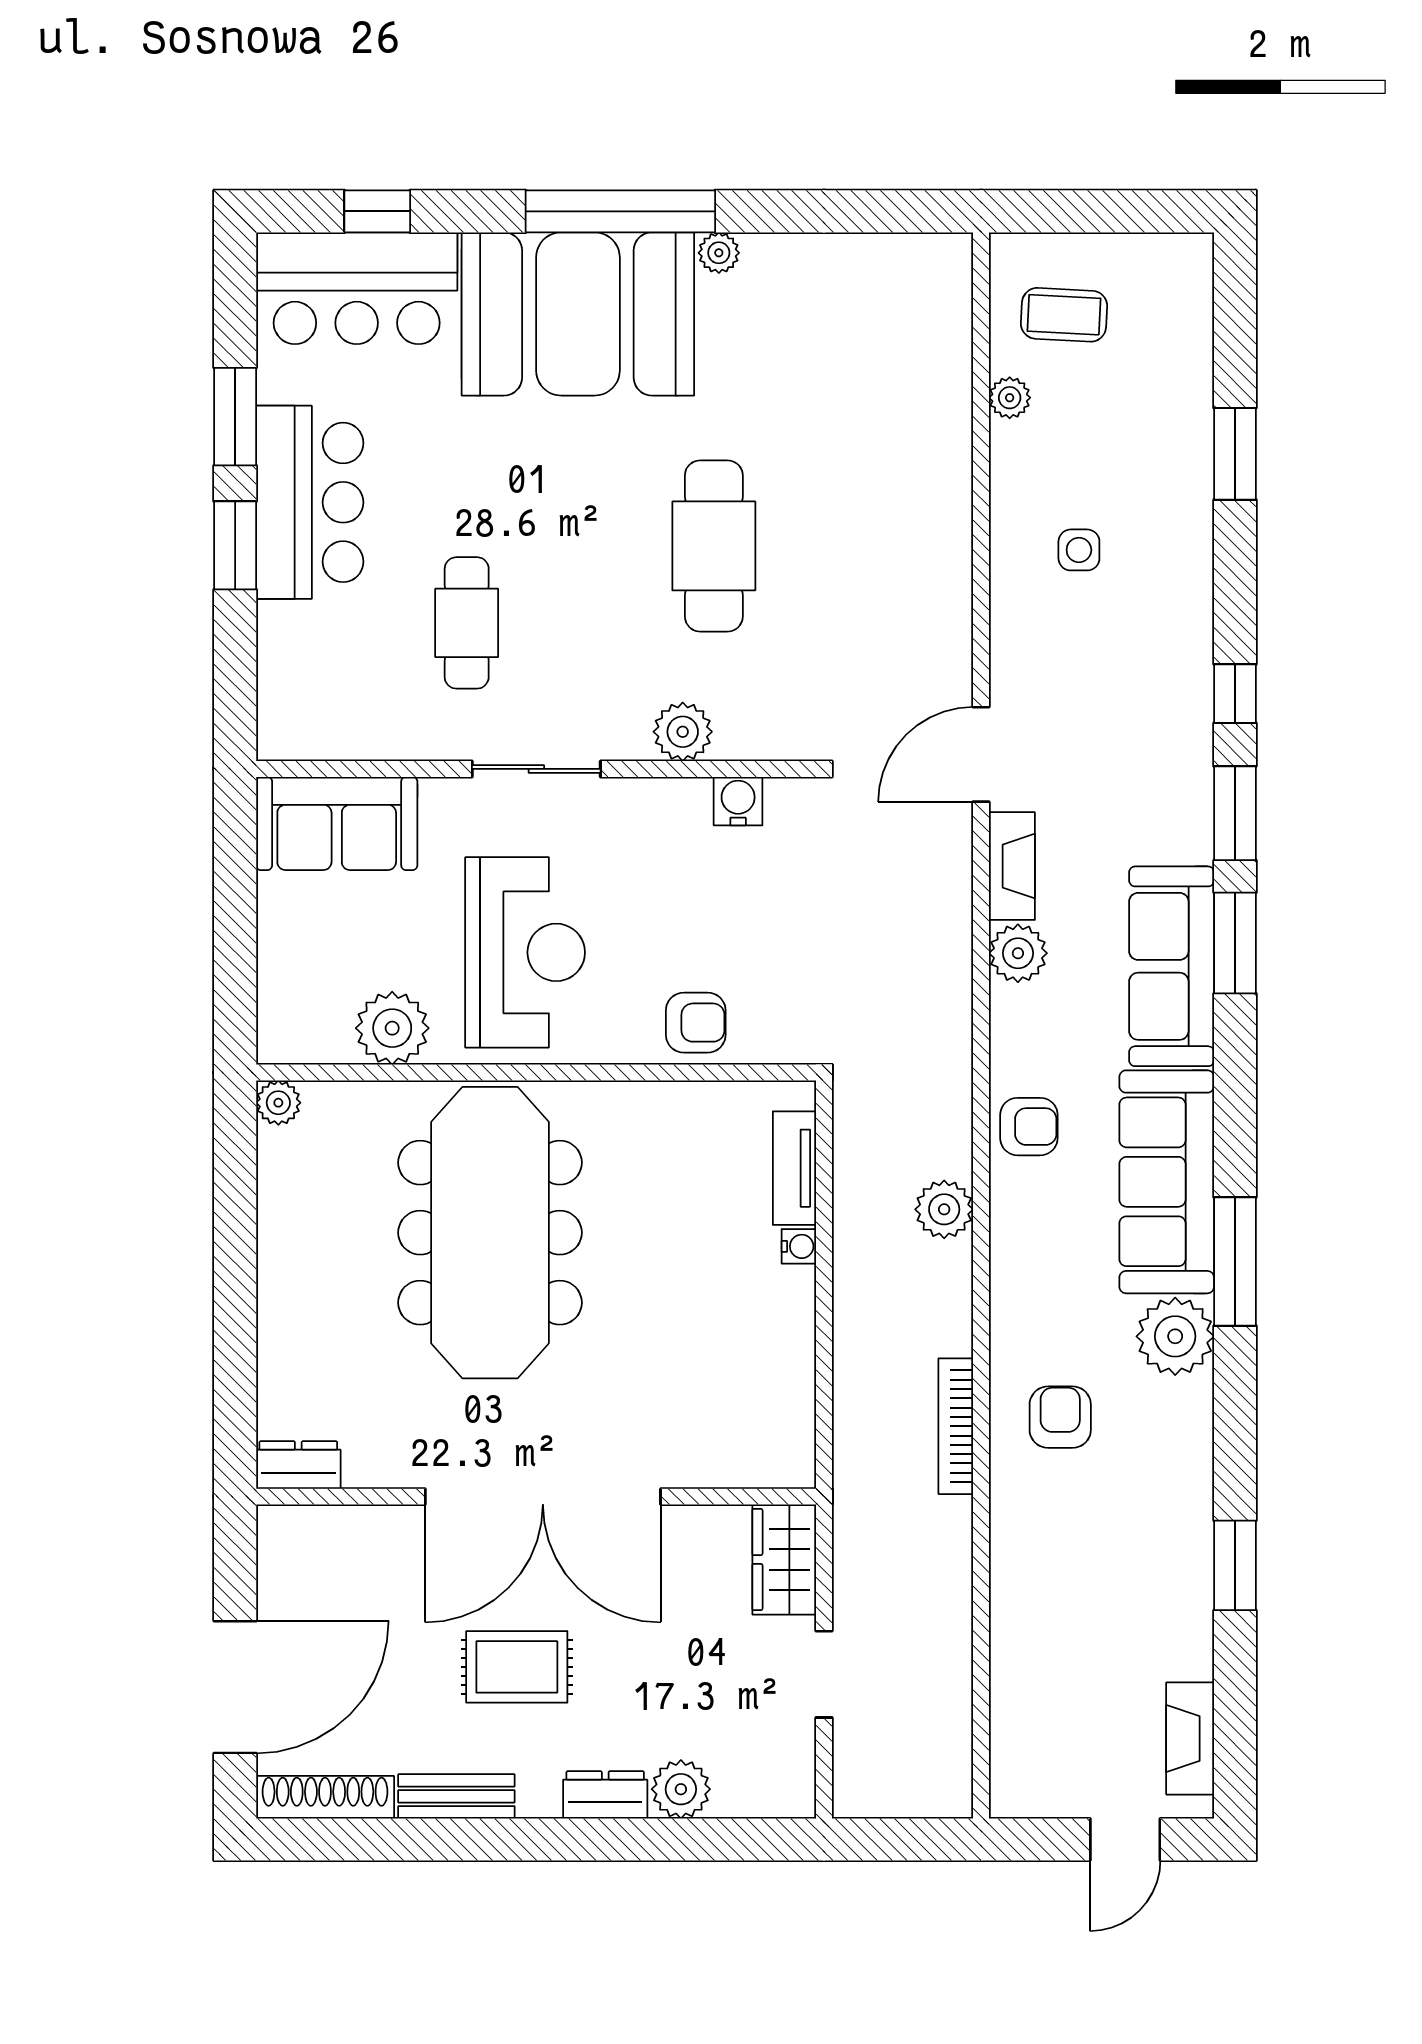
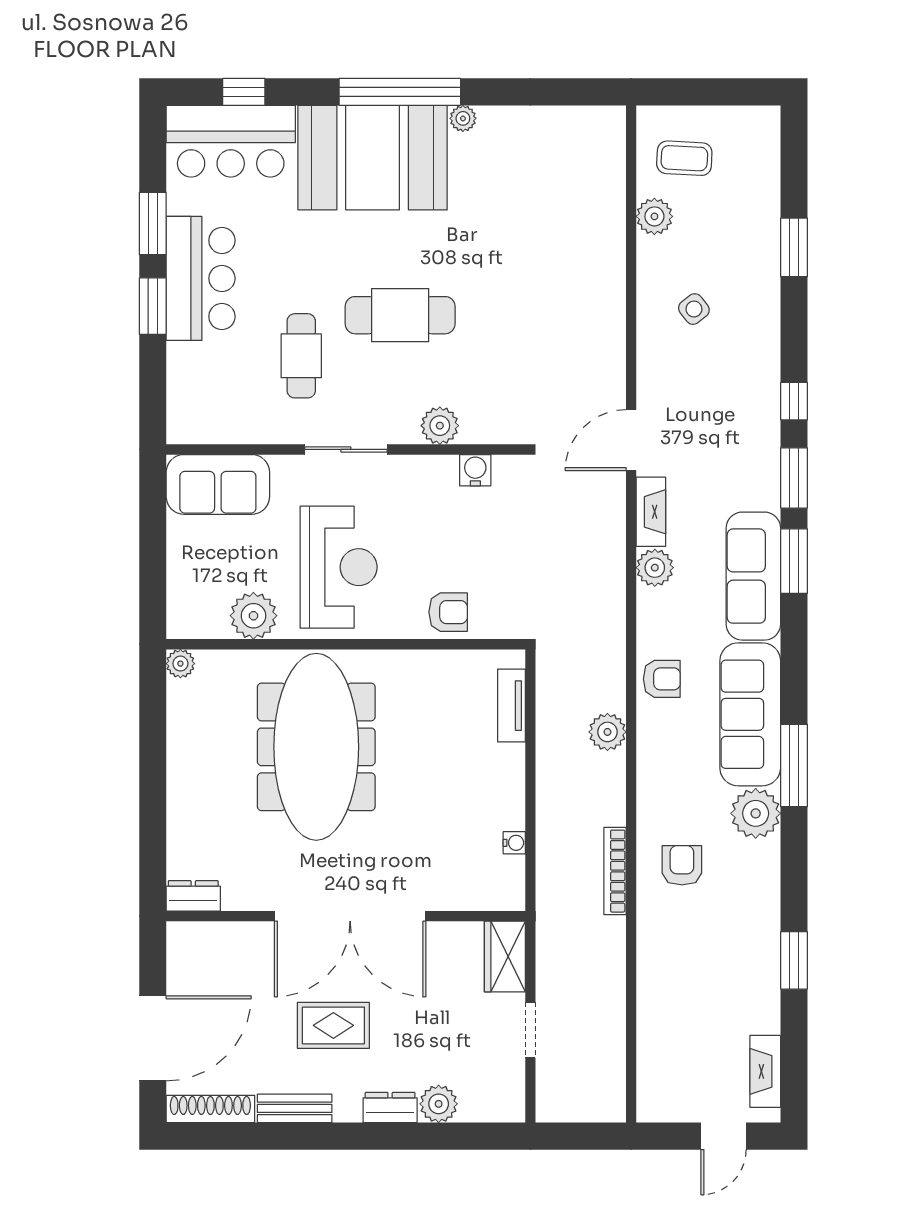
plant: (1010, 398) -> (654, 216), width x1.38, depth x1.38
cafe table: (714, 546) -> (400, 315), moved, turned 90
side table: (1079, 550) -> (694, 309), turned -38
water cooler: (799, 1246) -> (514, 843), moved

